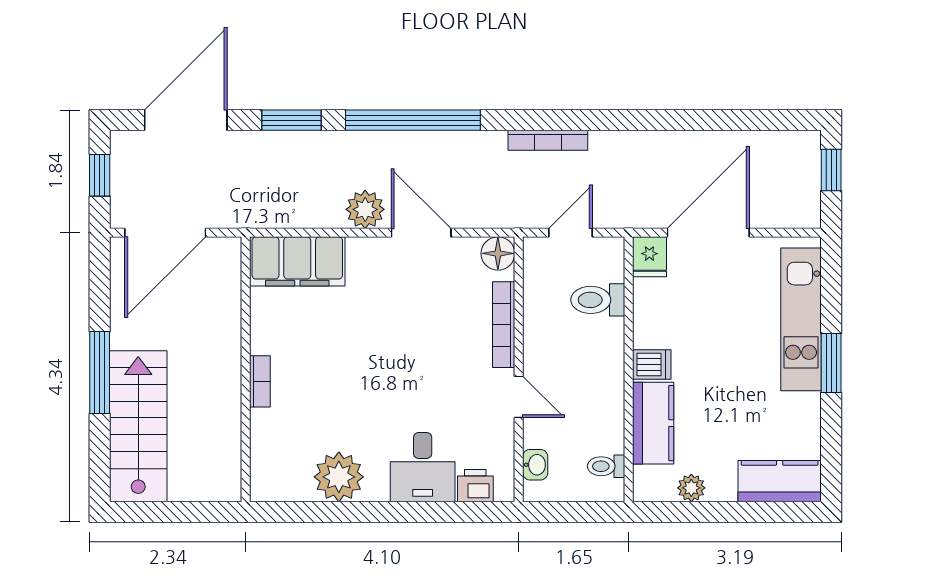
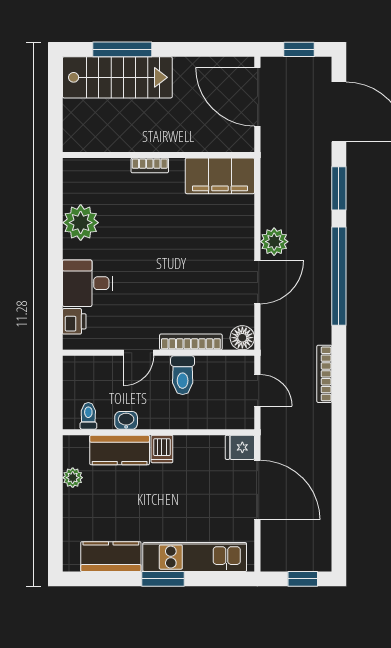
filing cabinet: (297, 261) -> (220, 176), moved, turned -90
toilet: (598, 300) -> (183, 375), moved, turned 180
window: (100, 373) -> (122, 49), moved
washbasin: (535, 465) -> (126, 420), moved, turned 180
kitchen counter: (780, 481) -> (111, 557), moved, turned -90

